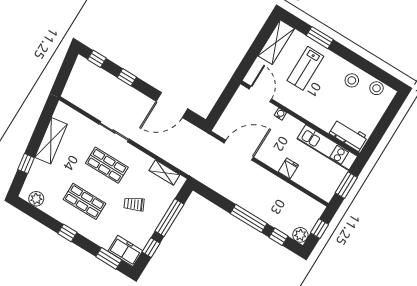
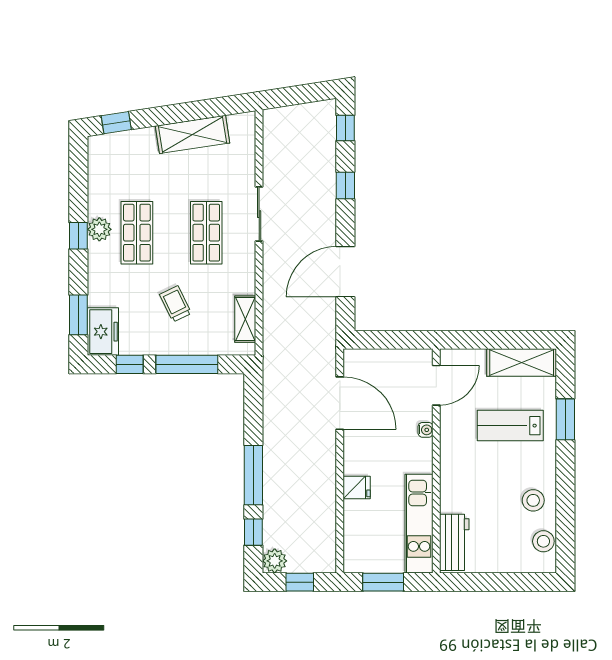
door: (172, 105) -> (345, 272), hinge flipped
window: (26, 164) -> (116, 123), moved
plant: (36, 199) -> (99, 229), moved

